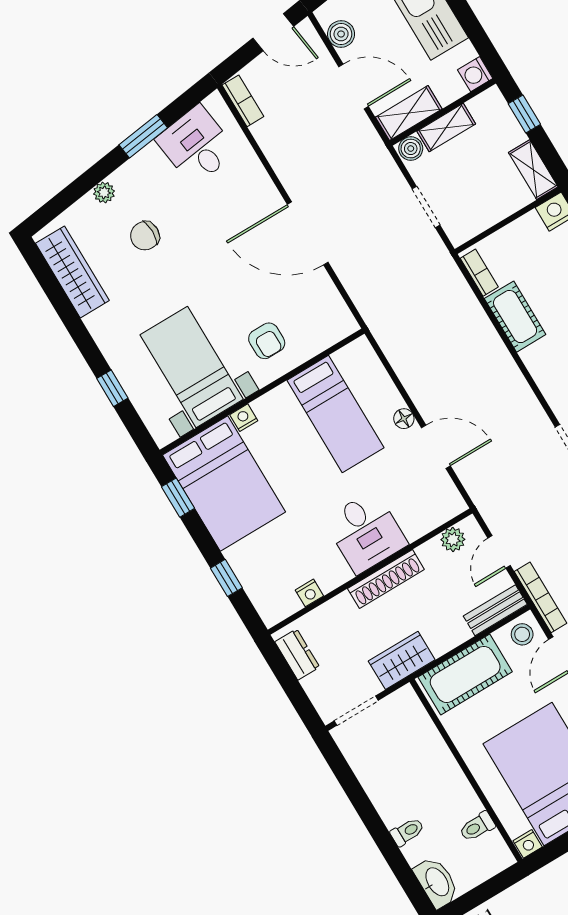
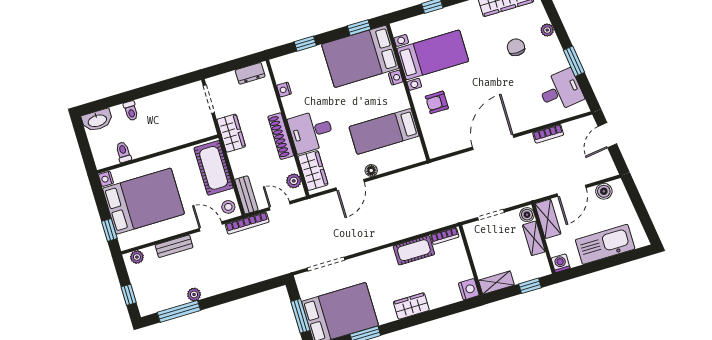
door: (273, 32) -> (607, 135), moved
bookcase: (243, 101) -> (548, 134), moved
wardrobe: (428, 513) -> (313, 170), added

